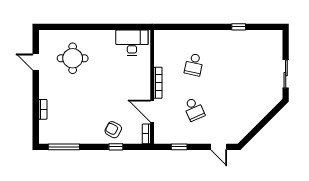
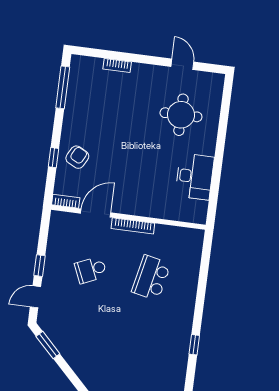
desk: (132, 43) -> (195, 177), moved
door: (36, 62) -> (182, 64), hinge flipped
school desk: (194, 65) -> (151, 278), width x1.85
window: (253, 133) -> (48, 345), added
window: (179, 147) -> (39, 266), moved

